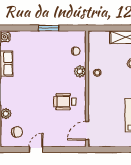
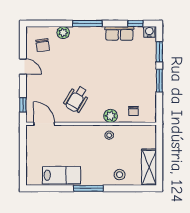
window: (23, 28) -> (159, 52), added
wheelchair: (65, 102) -> (77, 99), turned -149
window: (70, 150) -> (23, 105), added

